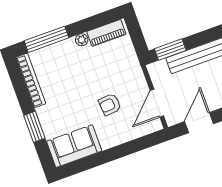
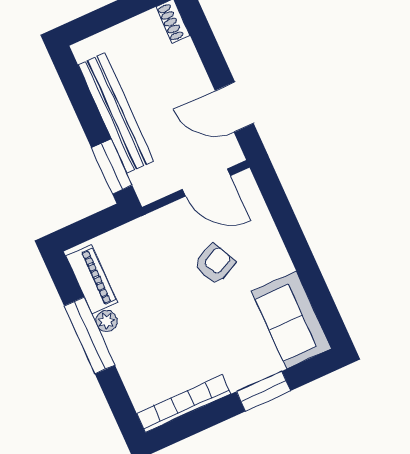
window: (47, 39) -> (89, 335), moved
armchair: (110, 104) -> (215, 264), turned -111

